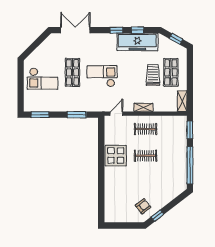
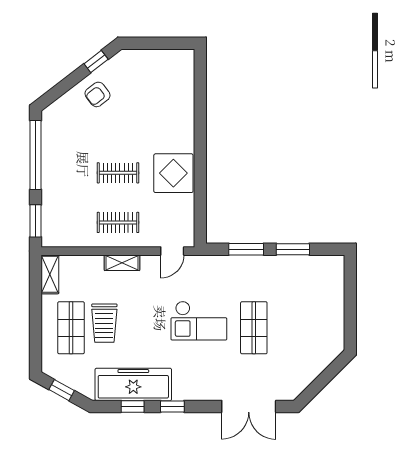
checkout: (42, 79) -> (310, 316), removed
window: (40, 115) -> (293, 249), moved
armchair: (143, 206) -> (97, 94), moved

